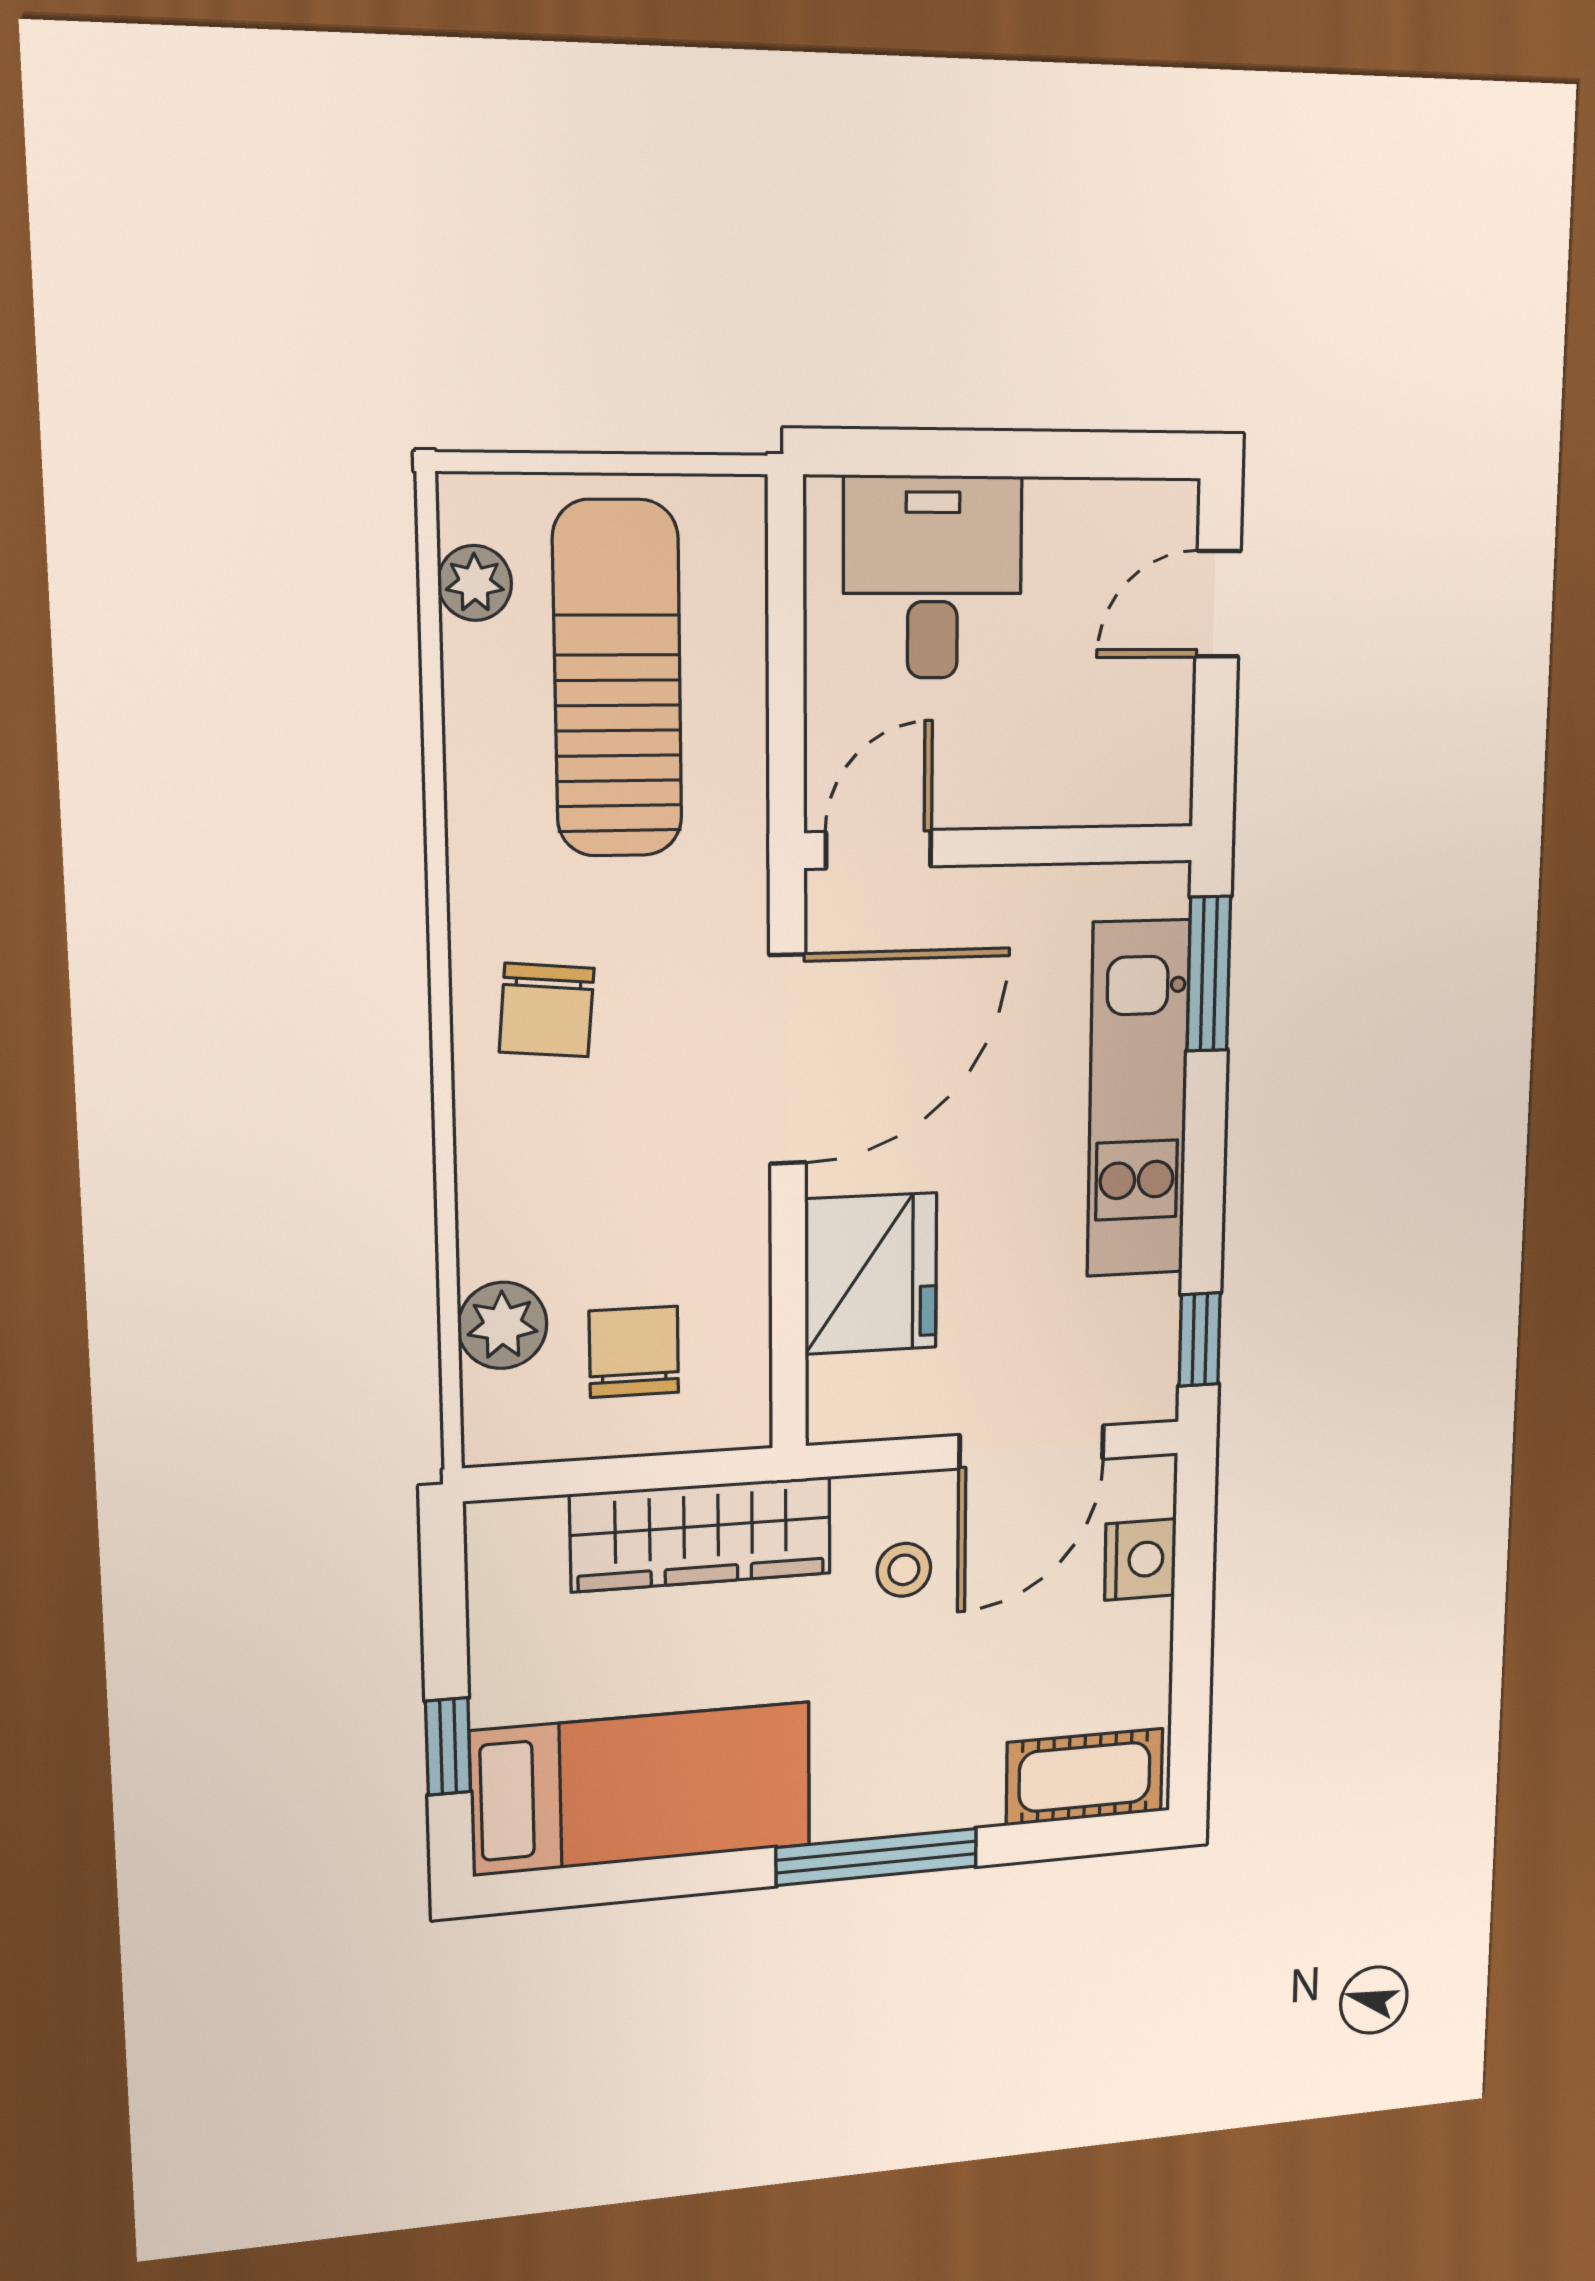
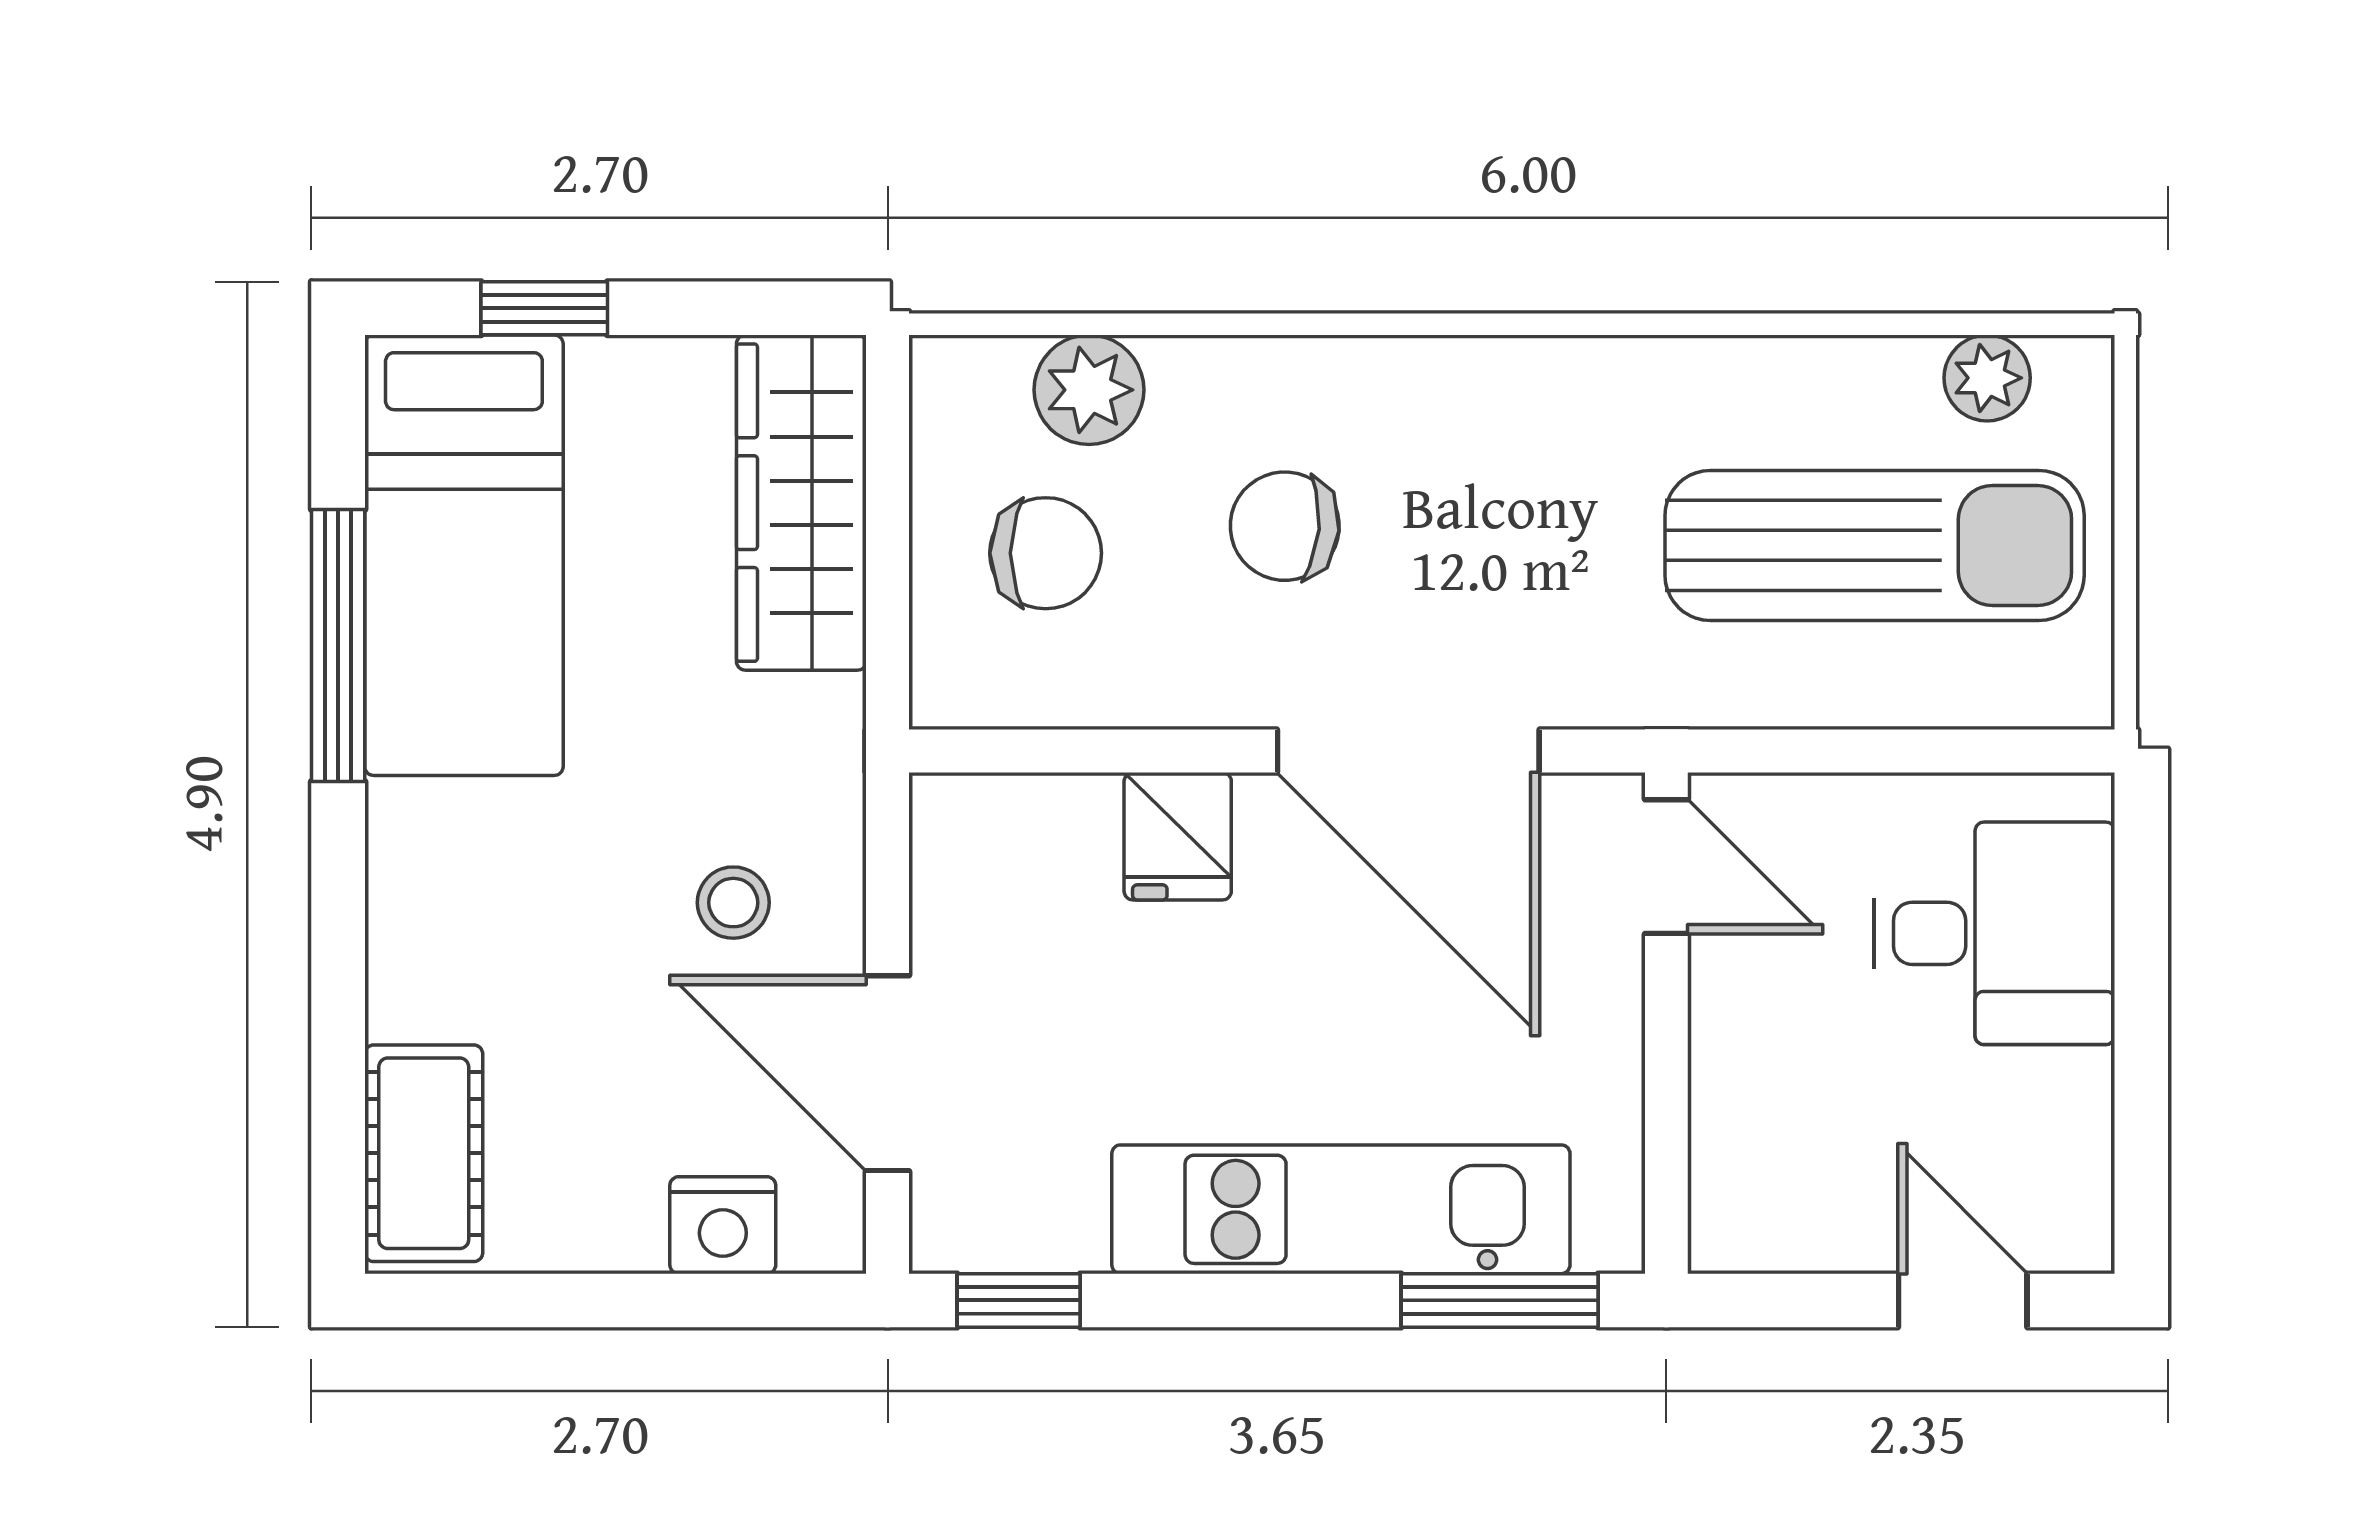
chair: (547, 1010) -> (1285, 526), moved
fridge: (871, 1273) -> (1178, 836), width x0.53, depth x0.75
wardrobe: (701, 1534) -> (801, 503), moved
window: (877, 1857) -> (338, 646), moved

